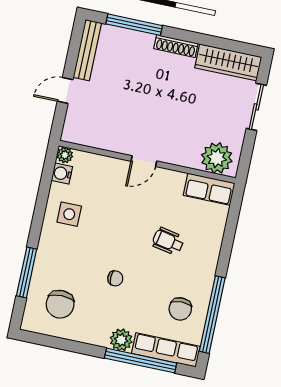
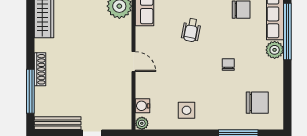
shoe rack: (176, 46) -> (40, 69), moved
water cooler: (62, 173) -> (143, 106), moved, turned 90

